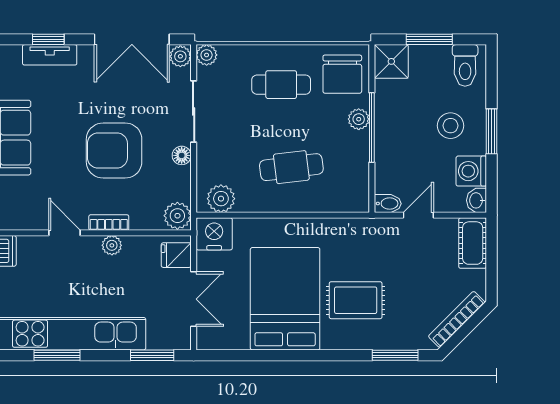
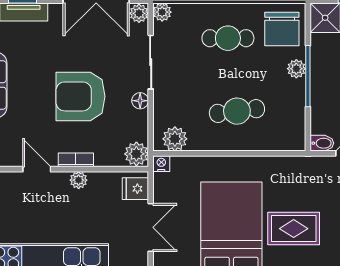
nightstand: (214, 234) -> (161, 164), width x0.53, depth x0.56

